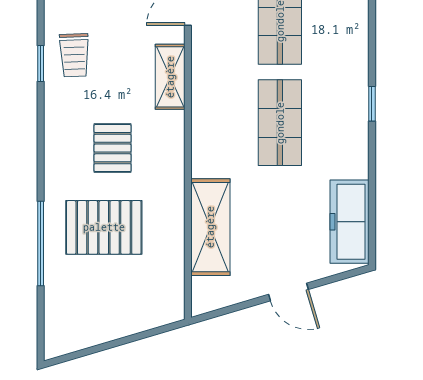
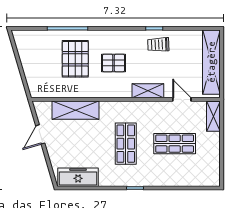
shop shelf: (280, 123) -> (126, 144), turned 90
door: (288, 292) -> (40, 134), moved

